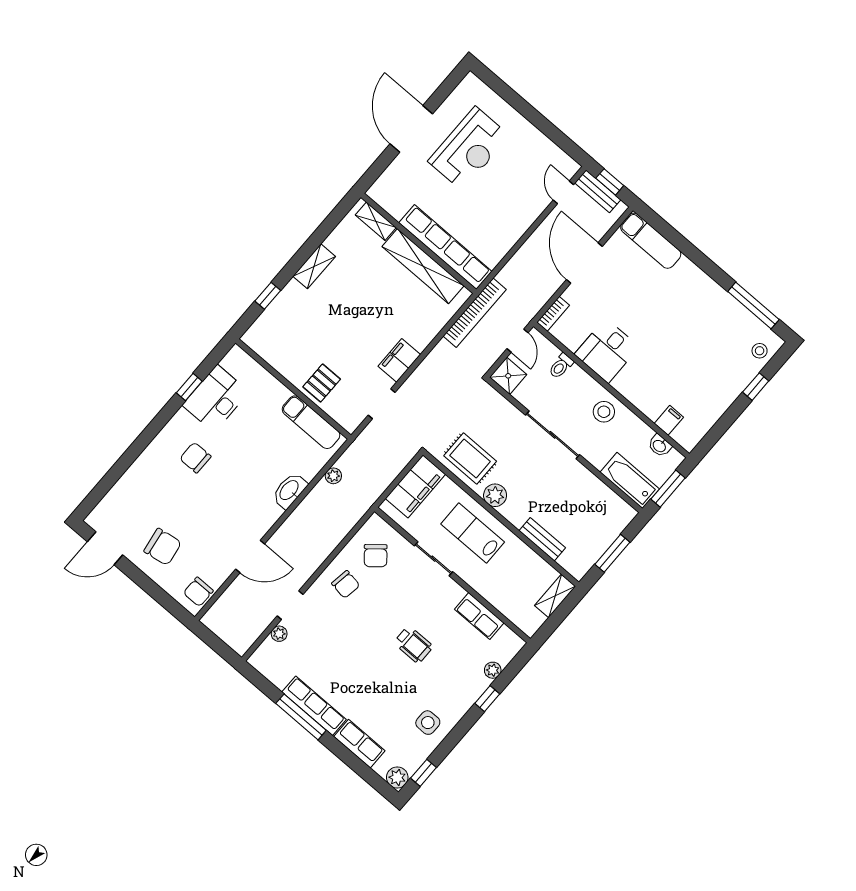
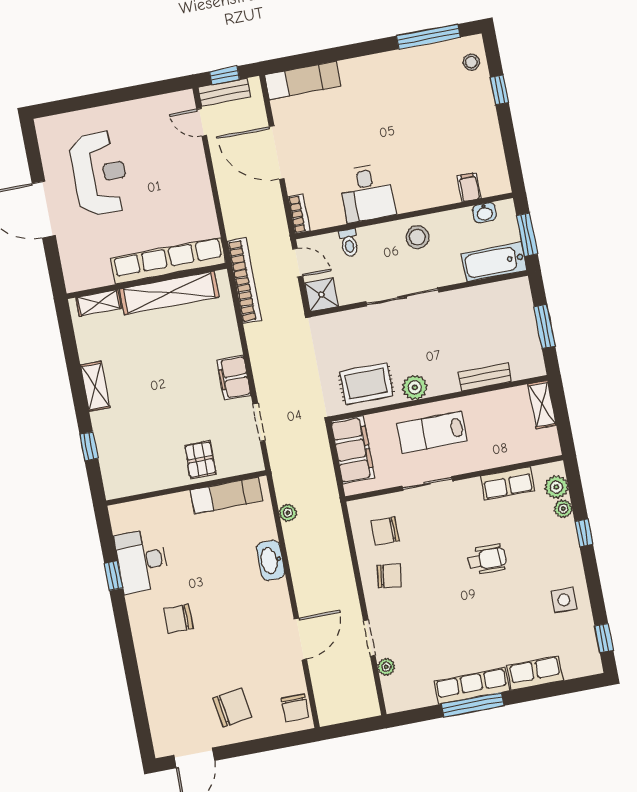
chair: (376, 556) -> (385, 531), turned 130
plant: (397, 777) -> (556, 487), moved

